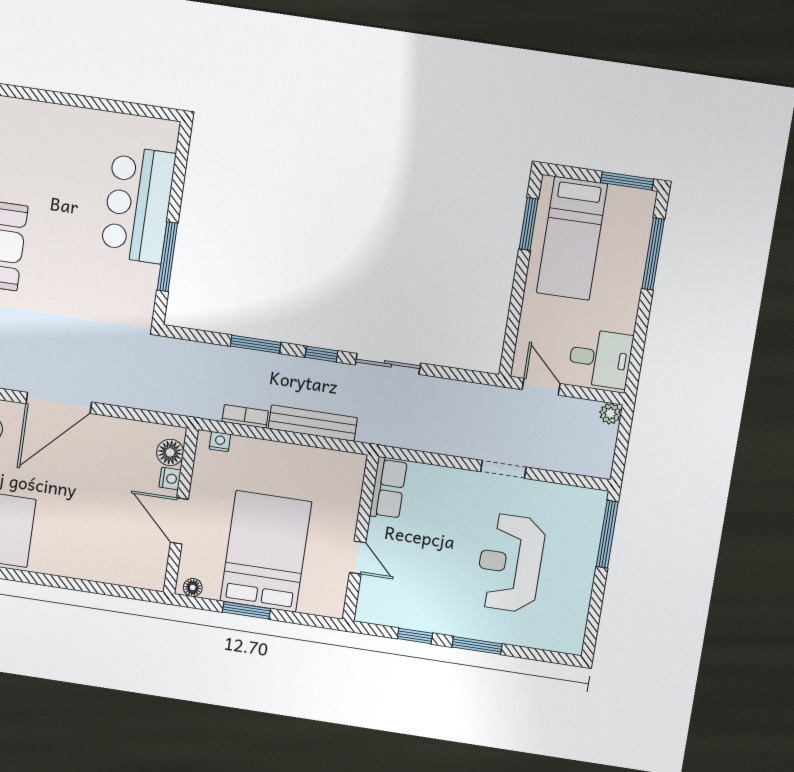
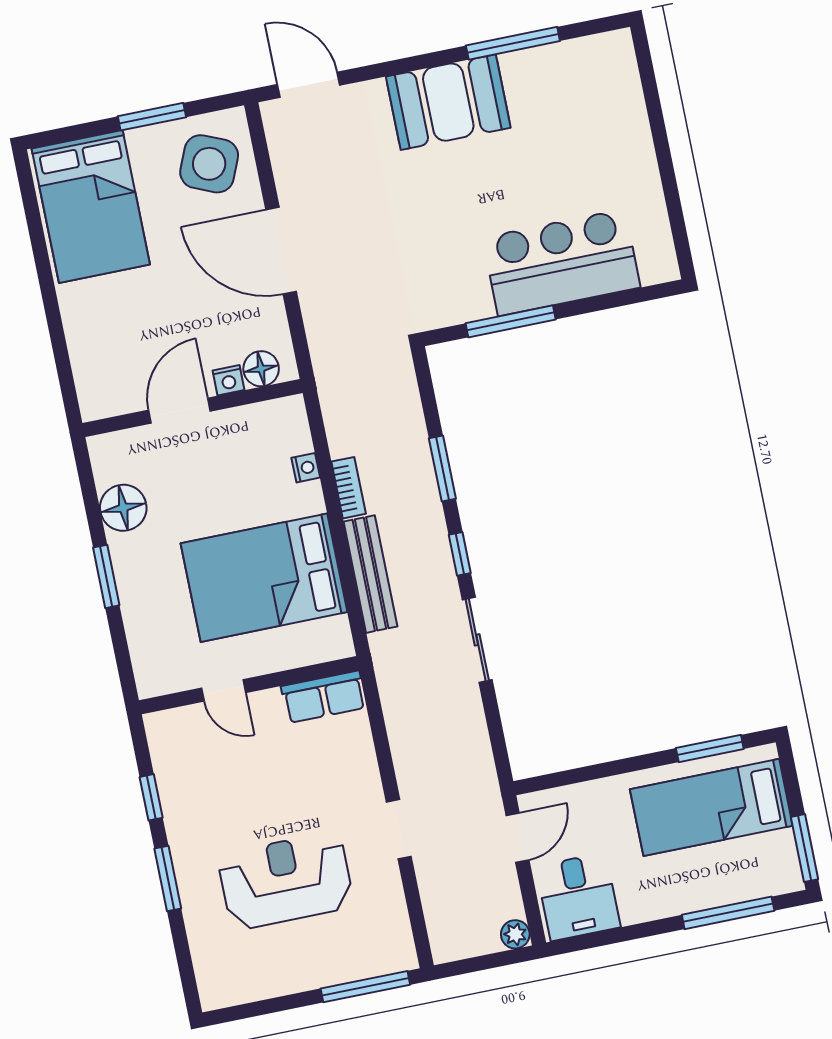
floor lamp: (170, 452) -> (261, 369), moved
nightstand: (170, 478) -> (228, 380), moved
wall: (181, 511) -> (193, 408), moved
door: (179, 521) -> (180, 411), moved
bed: (266, 551) -> (264, 578), moved, turned 180
door: (358, 557) -> (224, 690), hinge flipped
floor lamp: (193, 587) -> (123, 508), width x1.89, depth x1.89

